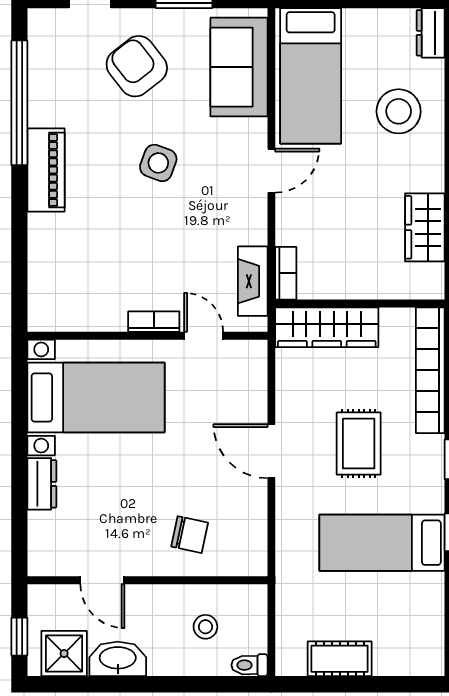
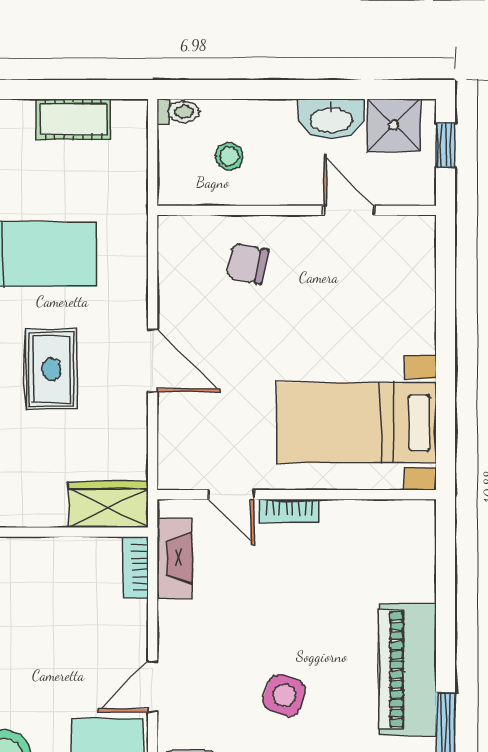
piano: (46, 170) -> (408, 670), width x1.37, depth x1.33
wardrobe: (327, 327) -> (108, 504), width x0.67
dresser: (42, 484) -> (419, 322), removed

